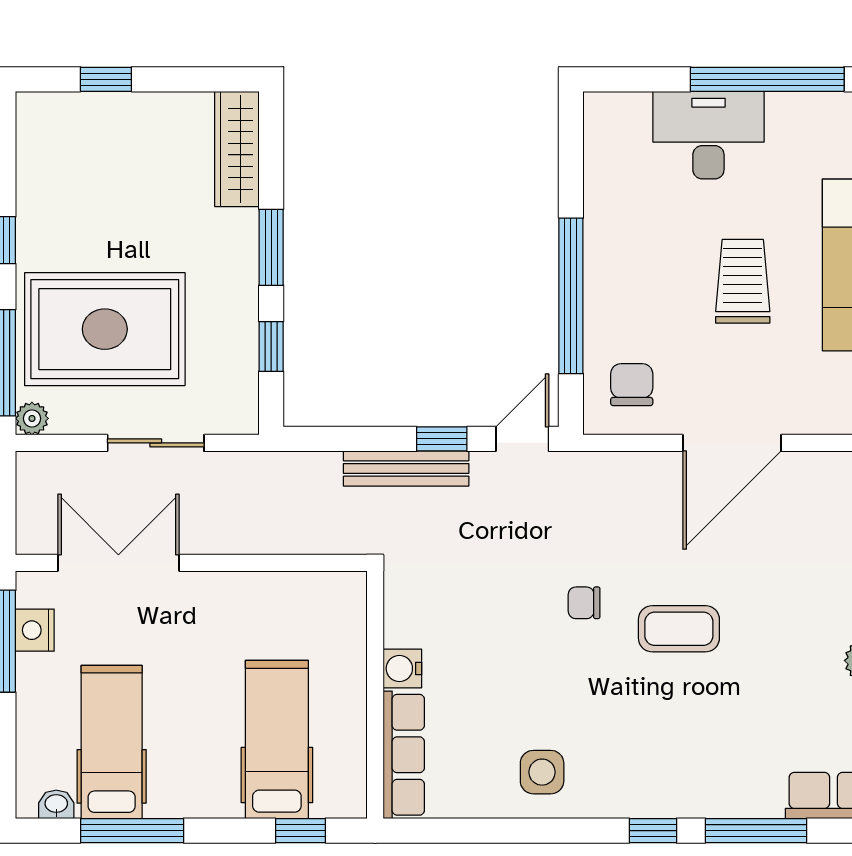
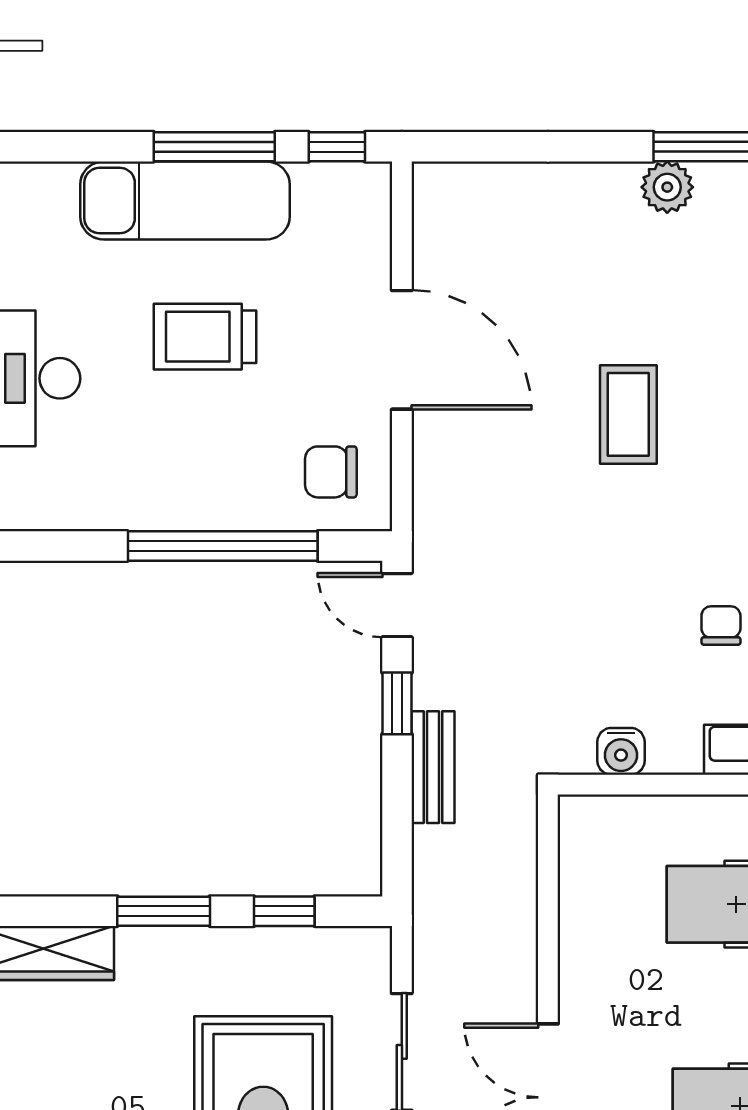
bench: (406, 468) -> (433, 767), width x0.73
chair: (584, 603) -> (721, 626), moved, turned 180
water cooler: (402, 669) -> (621, 751), moved

